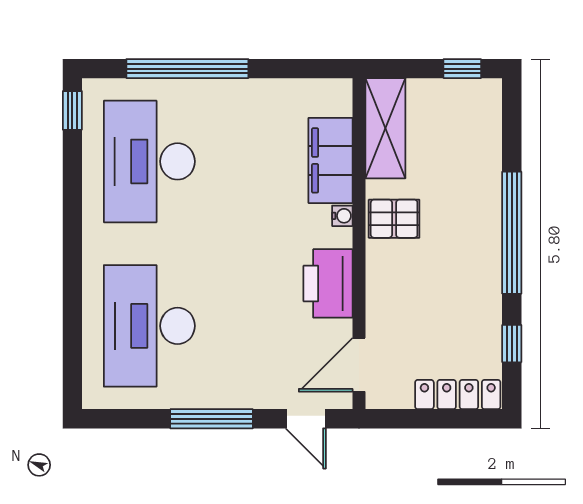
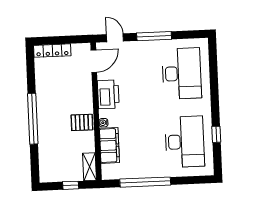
window: (187, 69) -> (145, 182), moved
window: (462, 69) -> (71, 185), moved
window: (72, 110) -> (216, 134), moved
shelving: (385, 128) -> (90, 167), width x0.67, depth x0.75
window: (512, 344) -> (31, 73), removed

